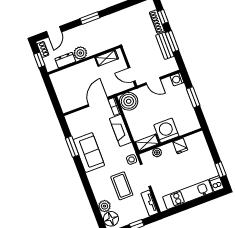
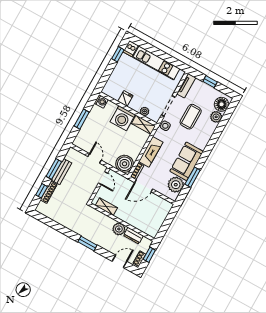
washing machine: (177, 79) -> (101, 101), moved
plant: (77, 128) -> (176, 185), added

